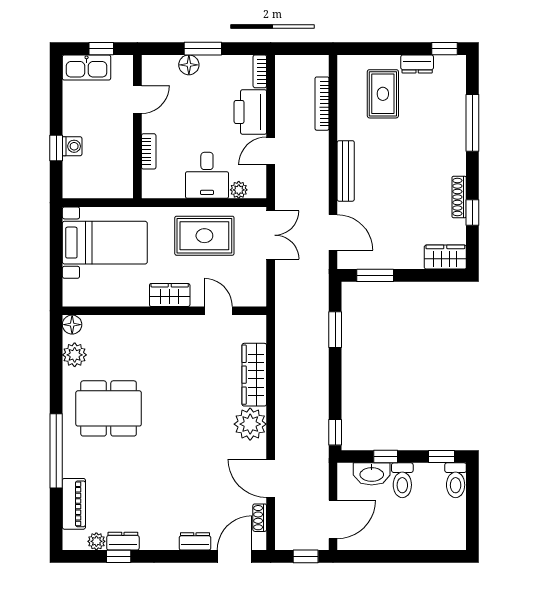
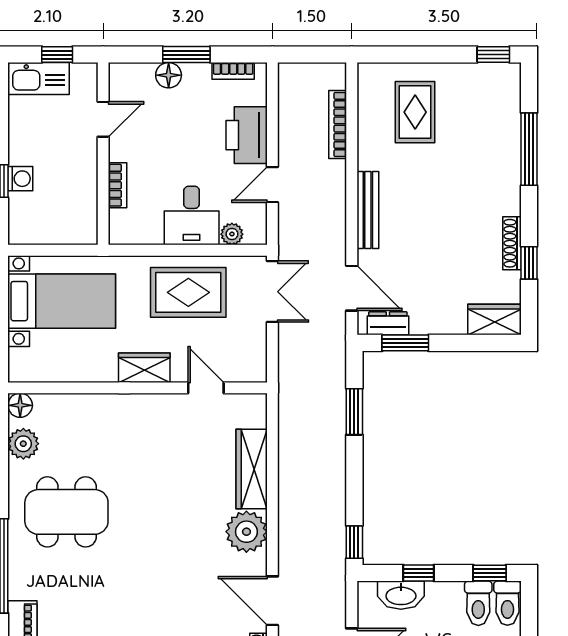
dresser: (417, 64) -> (388, 323), moved, turned 180
bookcase: (260, 71) -> (233, 71), moved, turned -90
toilet: (402, 480) -> (478, 603), moved

